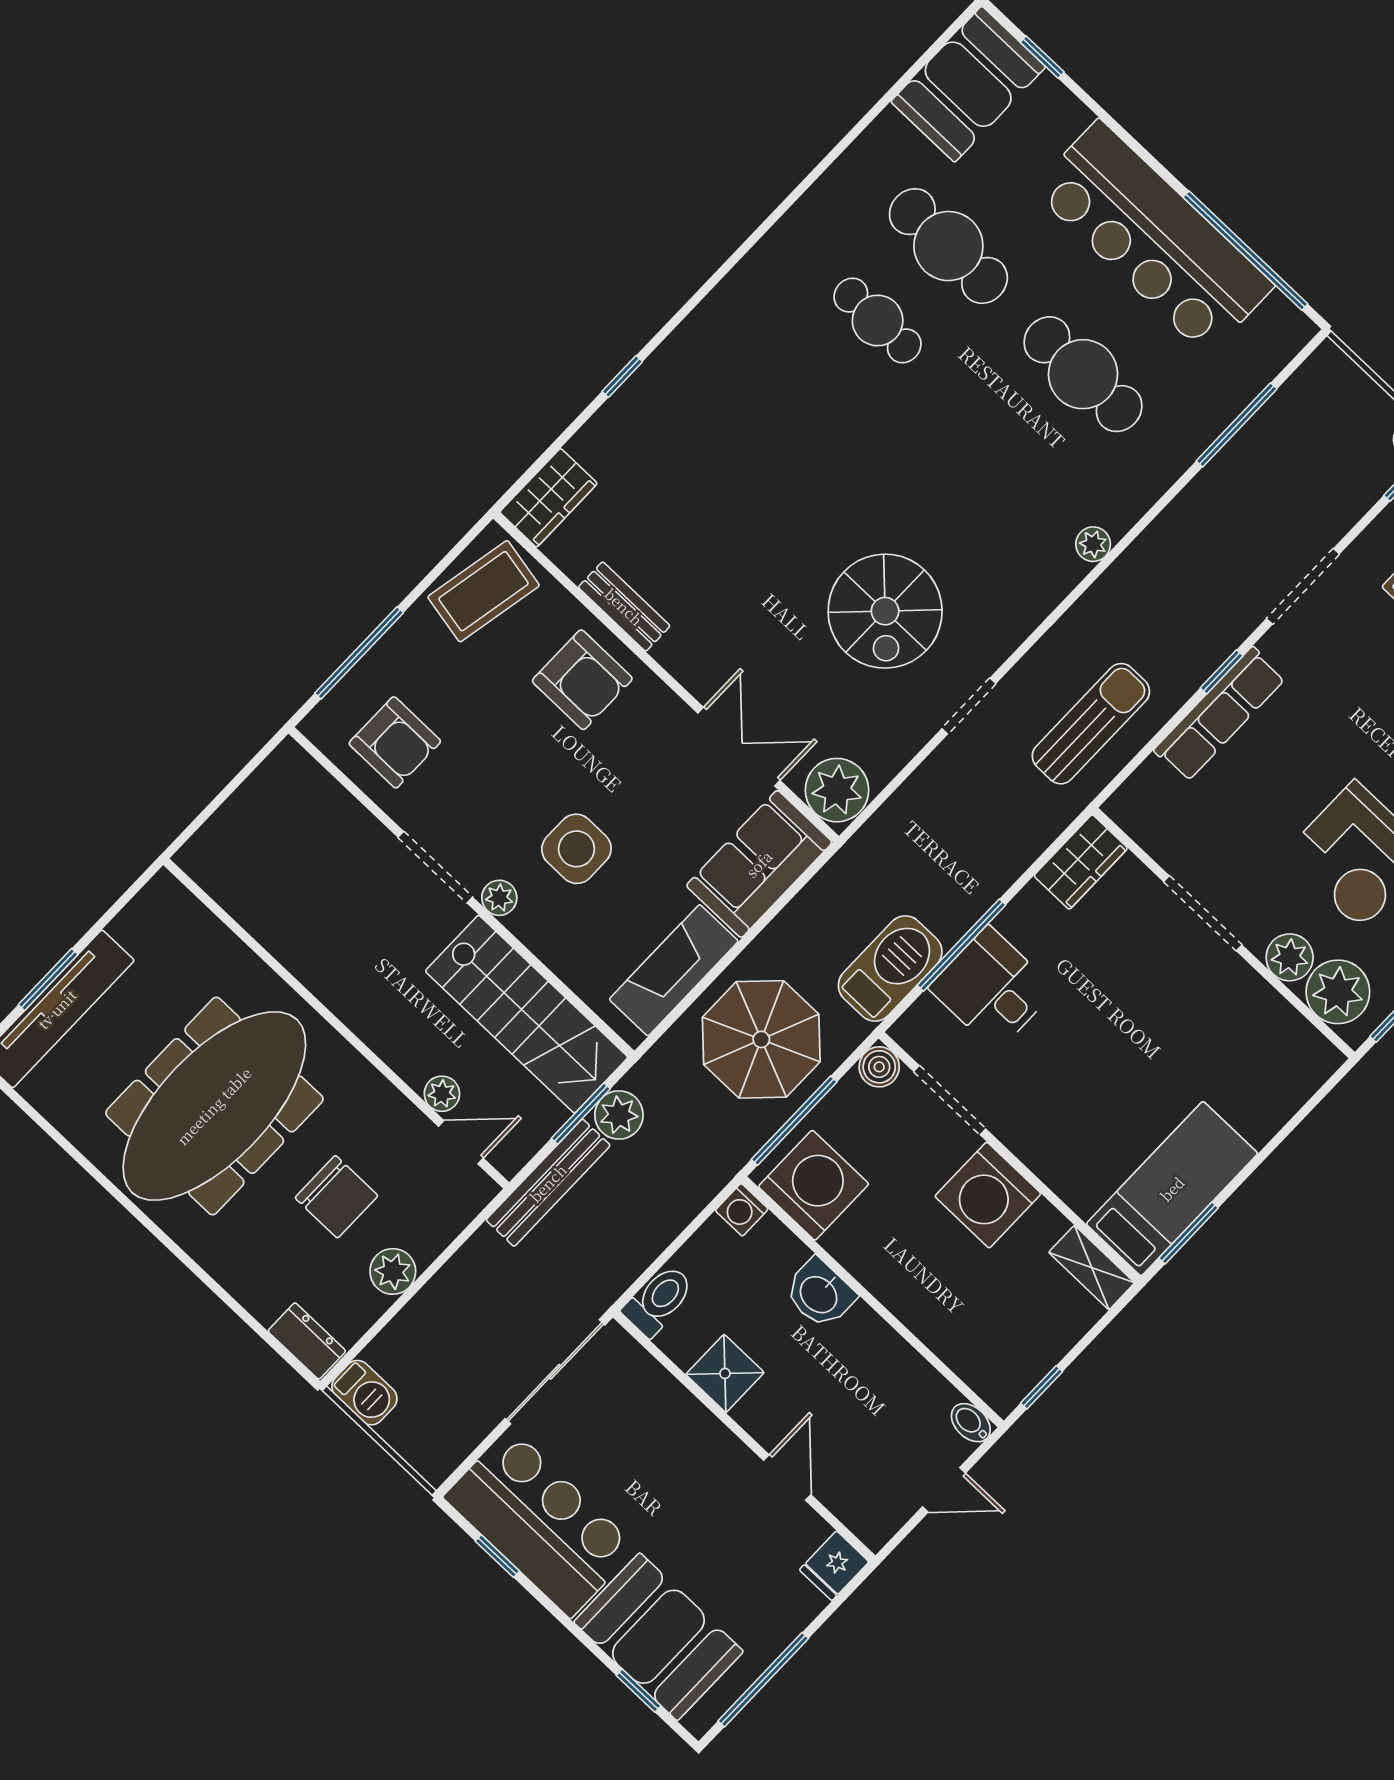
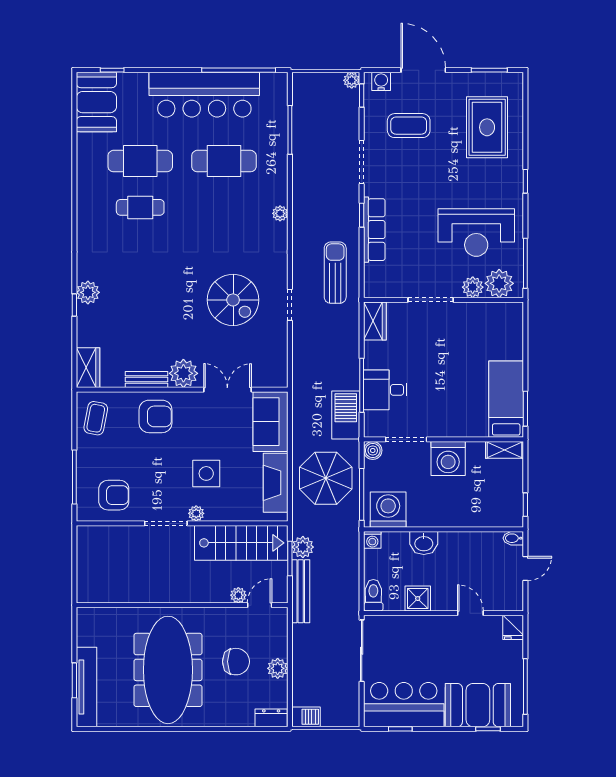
plant: (663, 377) -> (88, 292), added
coffee table: (484, 591) -> (96, 418), width x0.73, depth x0.77
plant: (837, 790) -> (183, 373), moved

